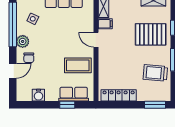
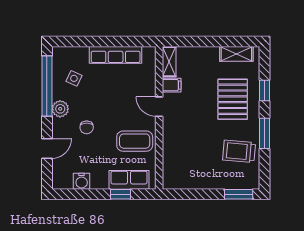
pallet: (151, 34) -> (233, 99), turned 90
chair: (29, 58) -> (87, 127), moved
locker: (119, 95) -> (190, 182), removed

